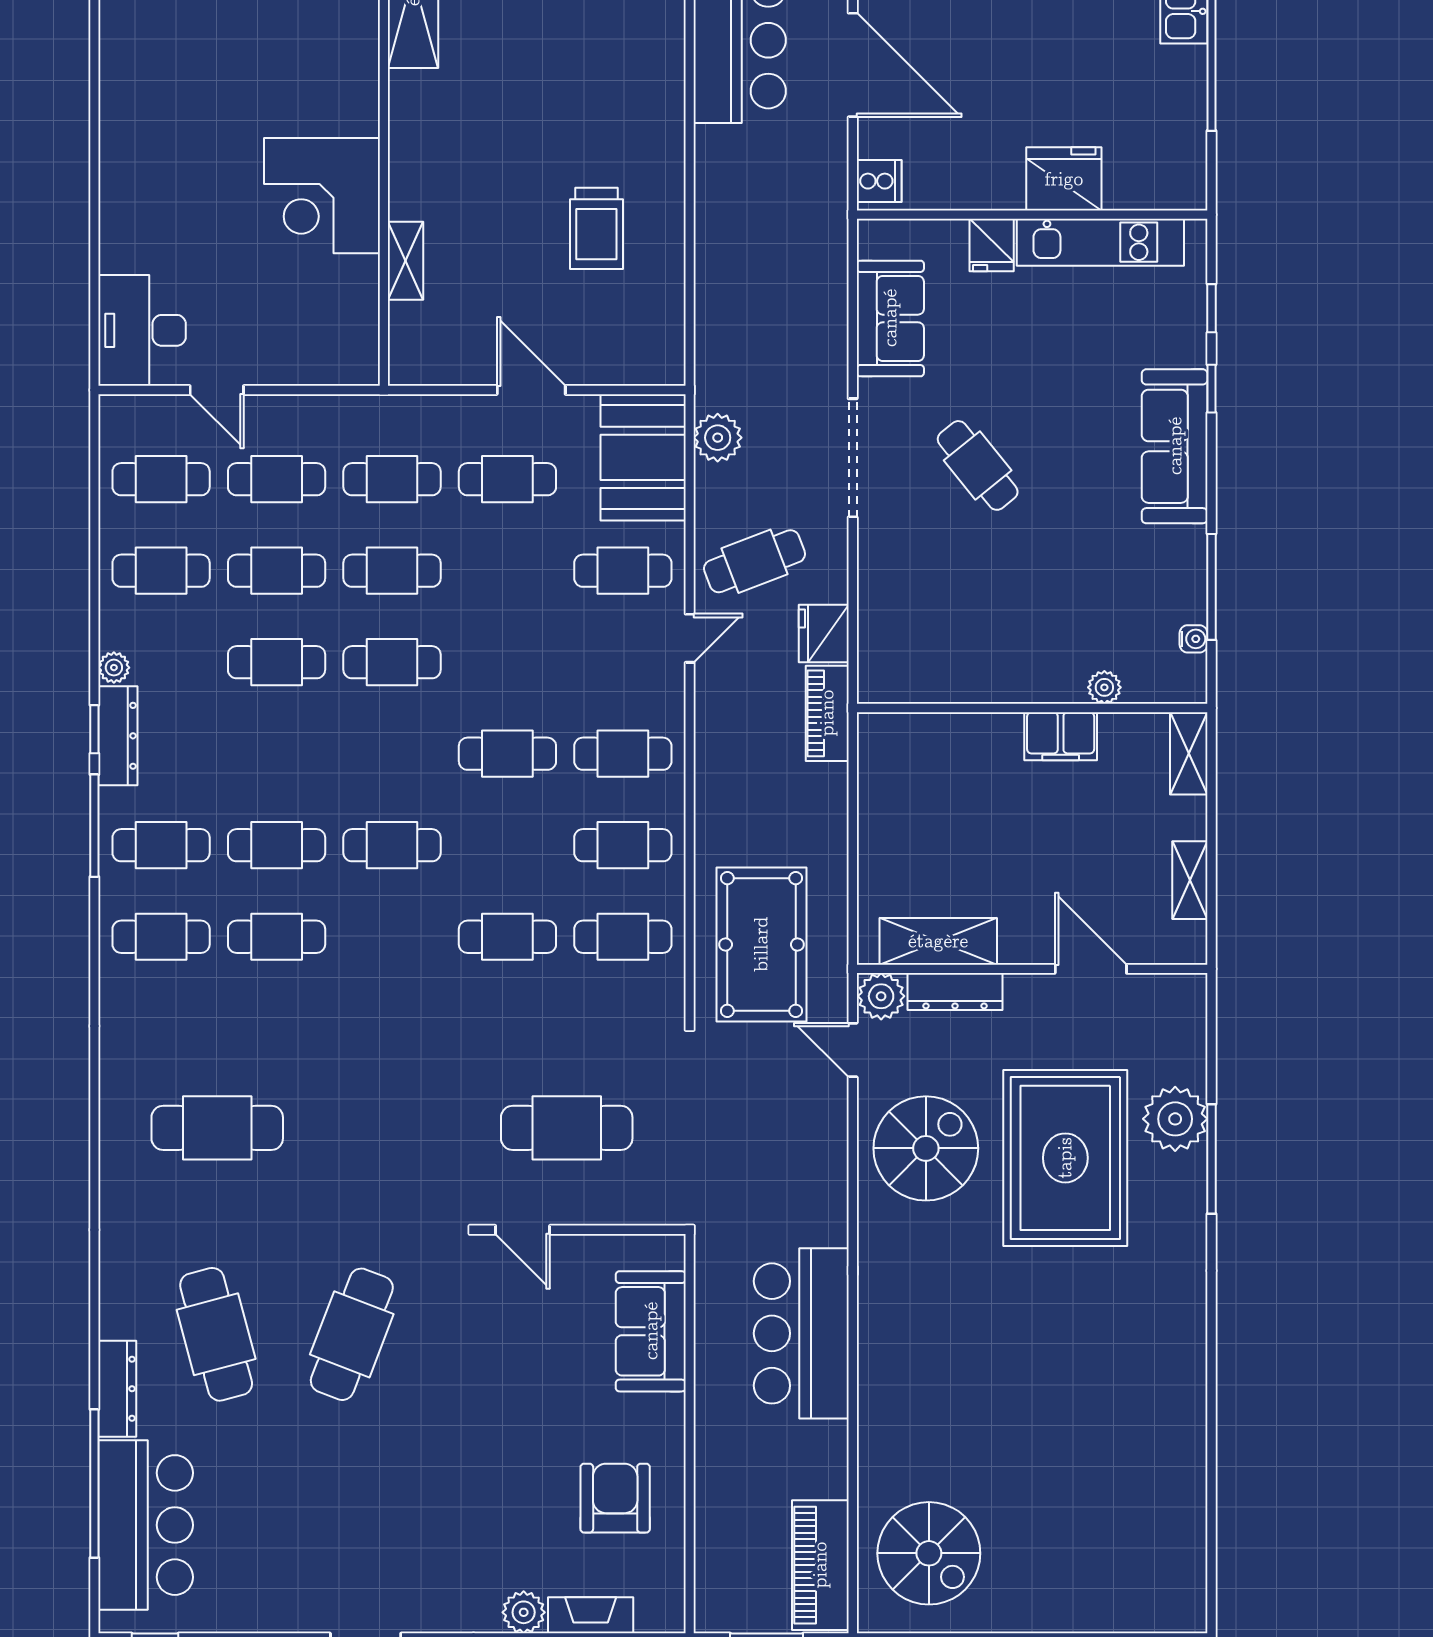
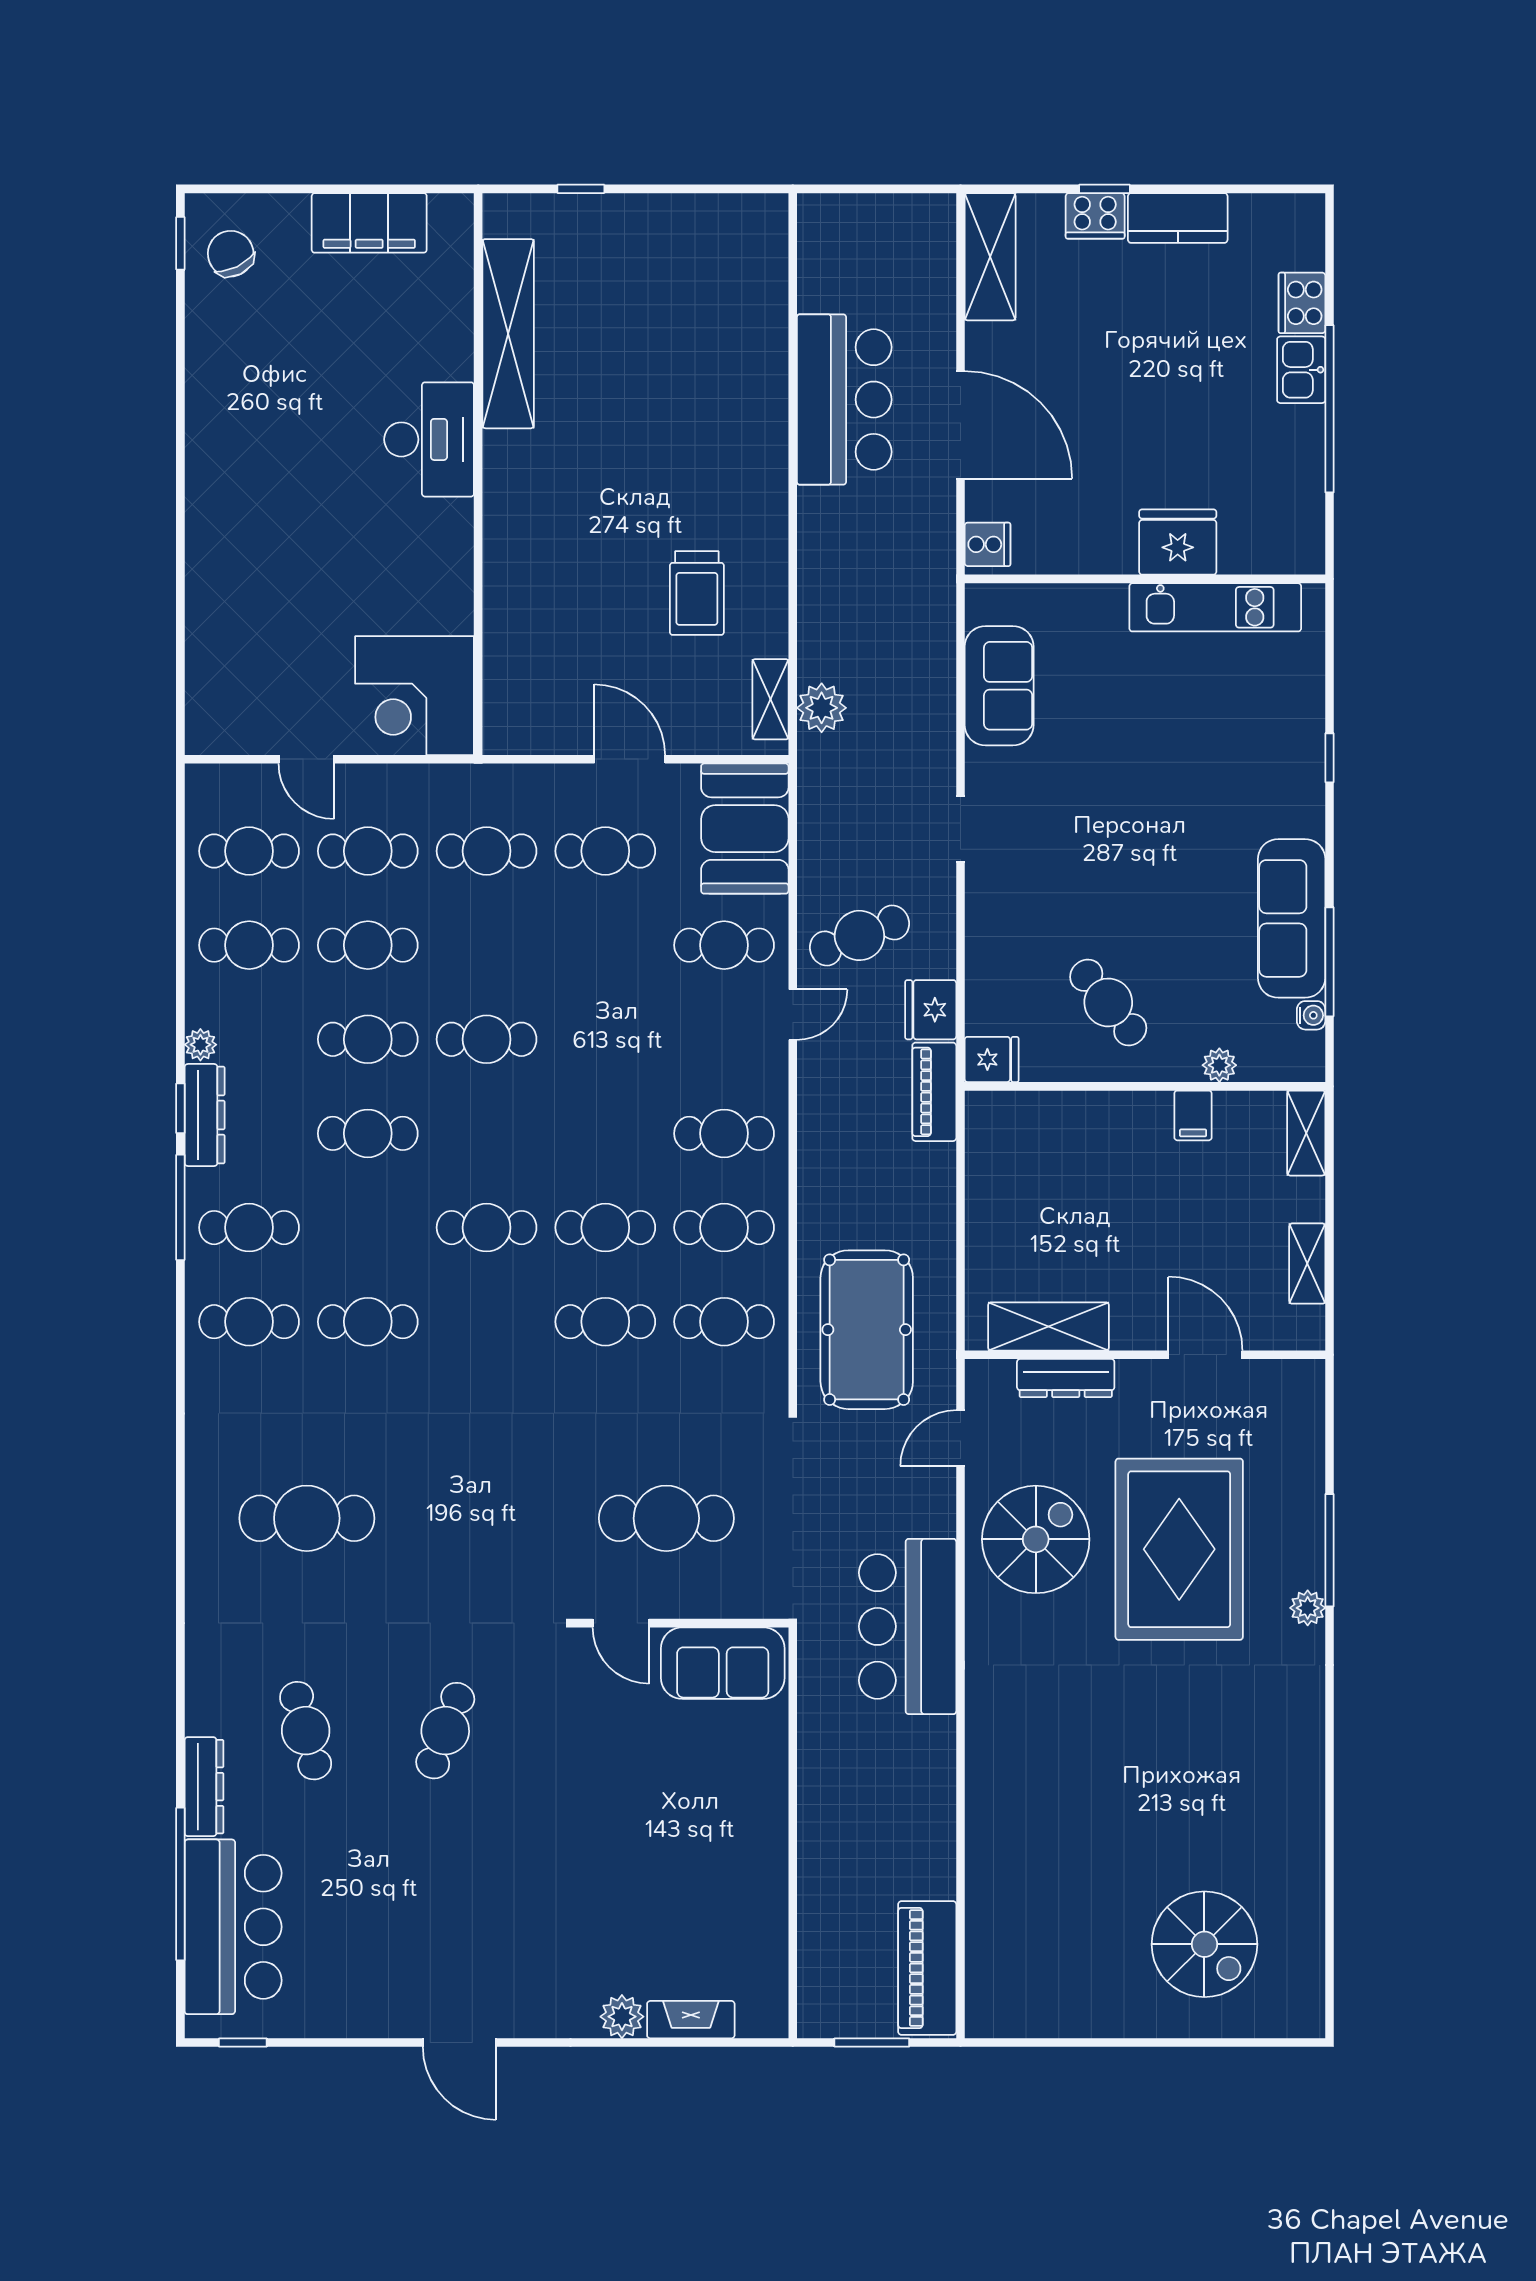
corner desk: (322, 196) -> (415, 696), moved
fridge: (992, 245) -> (992, 1059), moved, turned -90
shelving: (406, 261) -> (770, 699), moved
window: (1211, 308) -> (1329, 675), removed
desk: (142, 330) -> (429, 439), moved, turned 180
plant: (718, 438) -> (822, 708), moved
sofa: (1175, 446) -> (1292, 918), moved
doorway: (853, 458) -> (960, 829), width x0.53
cafe table: (978, 465) -> (1108, 1002), moved
cafe table: (392, 571) -> (487, 945), removed
filing cabinet: (1061, 736) -> (1193, 1115), width x0.50
cafe table: (507, 754) -> (605, 1228), moved
cafe table: (277, 845) -> (368, 1133), moved
plant: (881, 996) -> (990, 1383), removed
door: (853, 1050) -> (960, 1438), hinge flipped
plant: (1175, 1119) -> (1308, 1608), moved, width x0.53, depth x0.53
sofa: (651, 1331) -> (723, 1663), moved, turned -90
bar counter: (801, 1333) -> (908, 1626), moved
cafe table: (216, 1334) -> (306, 1731), width x0.73, depth x0.74
cafe table: (352, 1334) -> (445, 1731), width x0.73, depth x0.74
armchair: (615, 1498) -> (716, 1899), removed
spiral stairs: (929, 1553) -> (1204, 1944), moved

